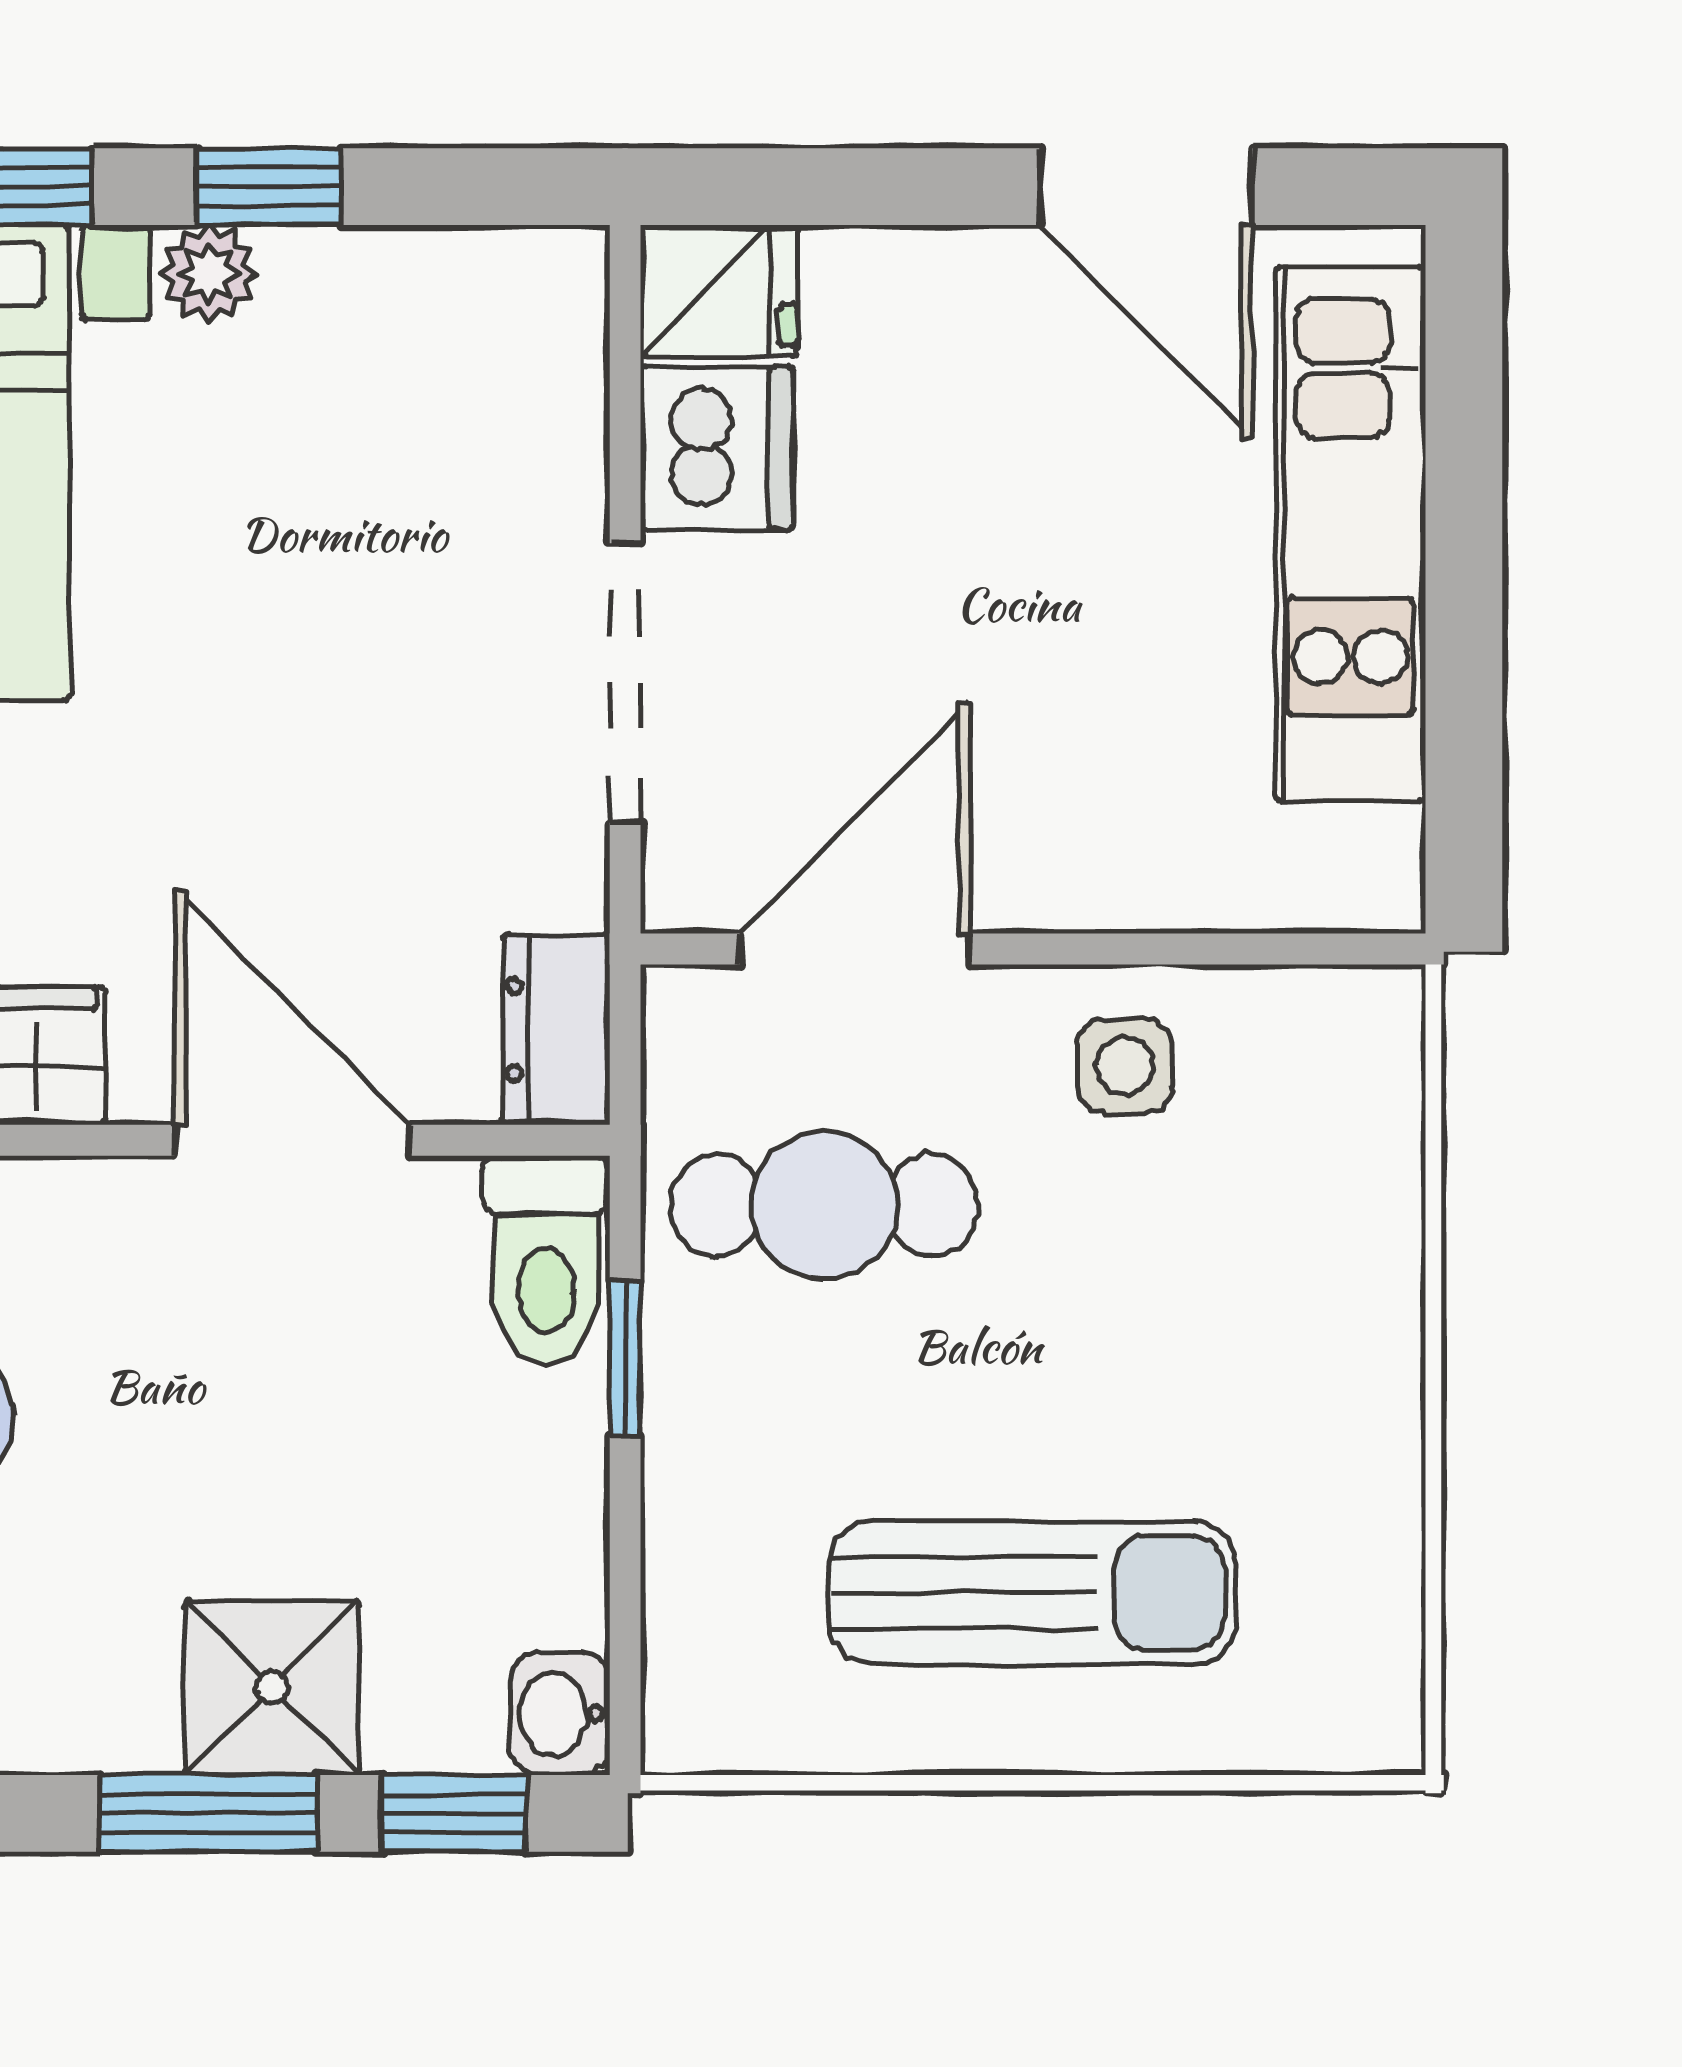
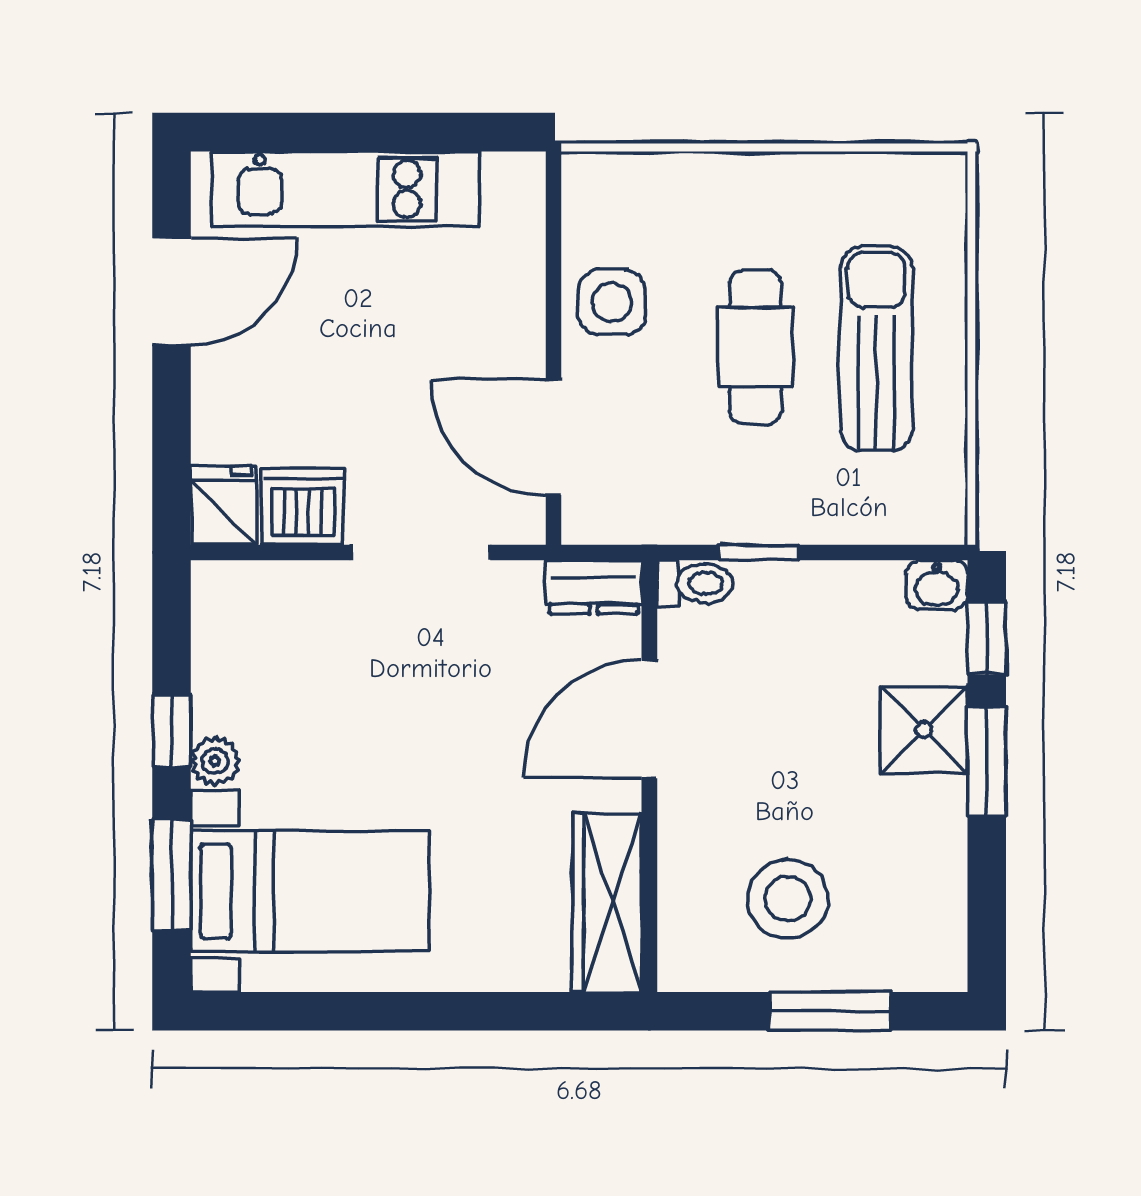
side table: (1125, 1066) -> (612, 302), width x1.37, depth x1.37
cafe table: (824, 1205) -> (755, 347), moved
toilet: (546, 1261) -> (695, 583), width x0.73, depth x0.72

